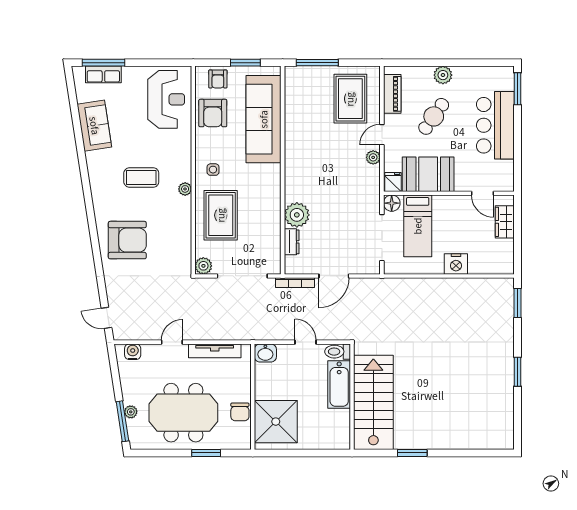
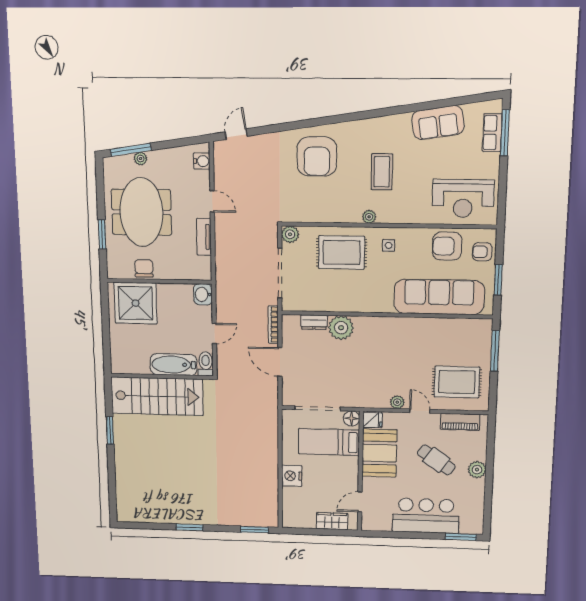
tv unit: (215, 351) -> (204, 237), width x0.71
chair: (240, 412) -> (144, 268), turned 90

